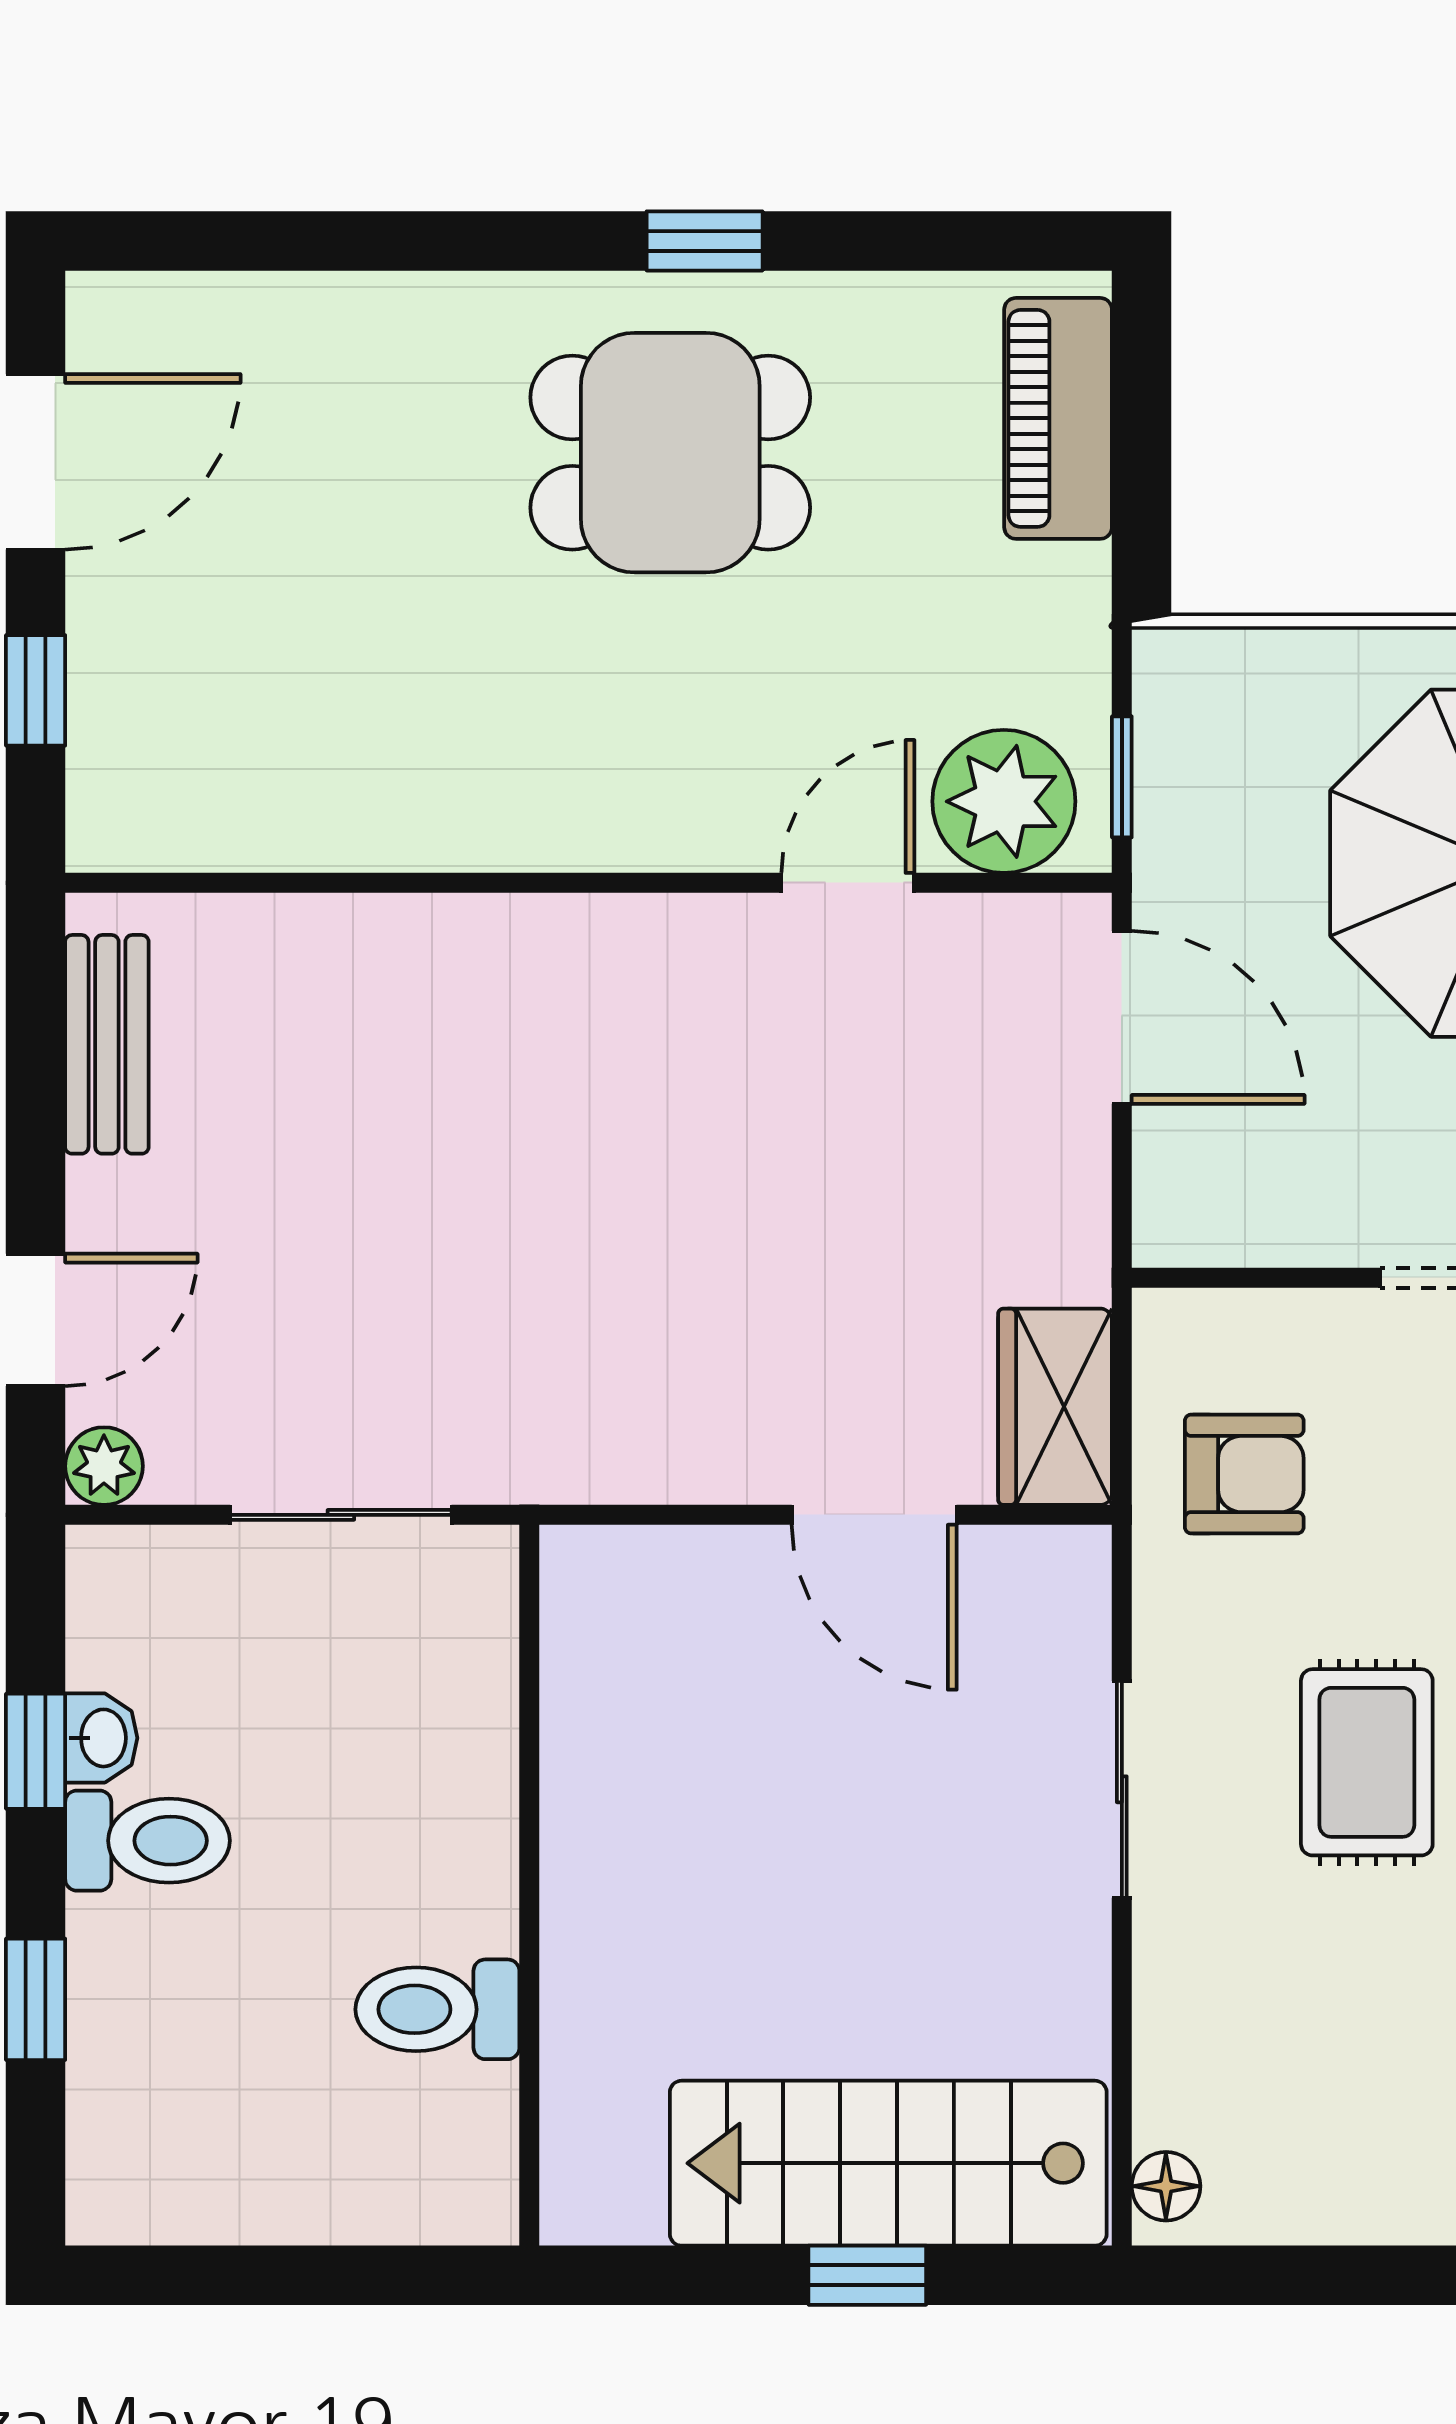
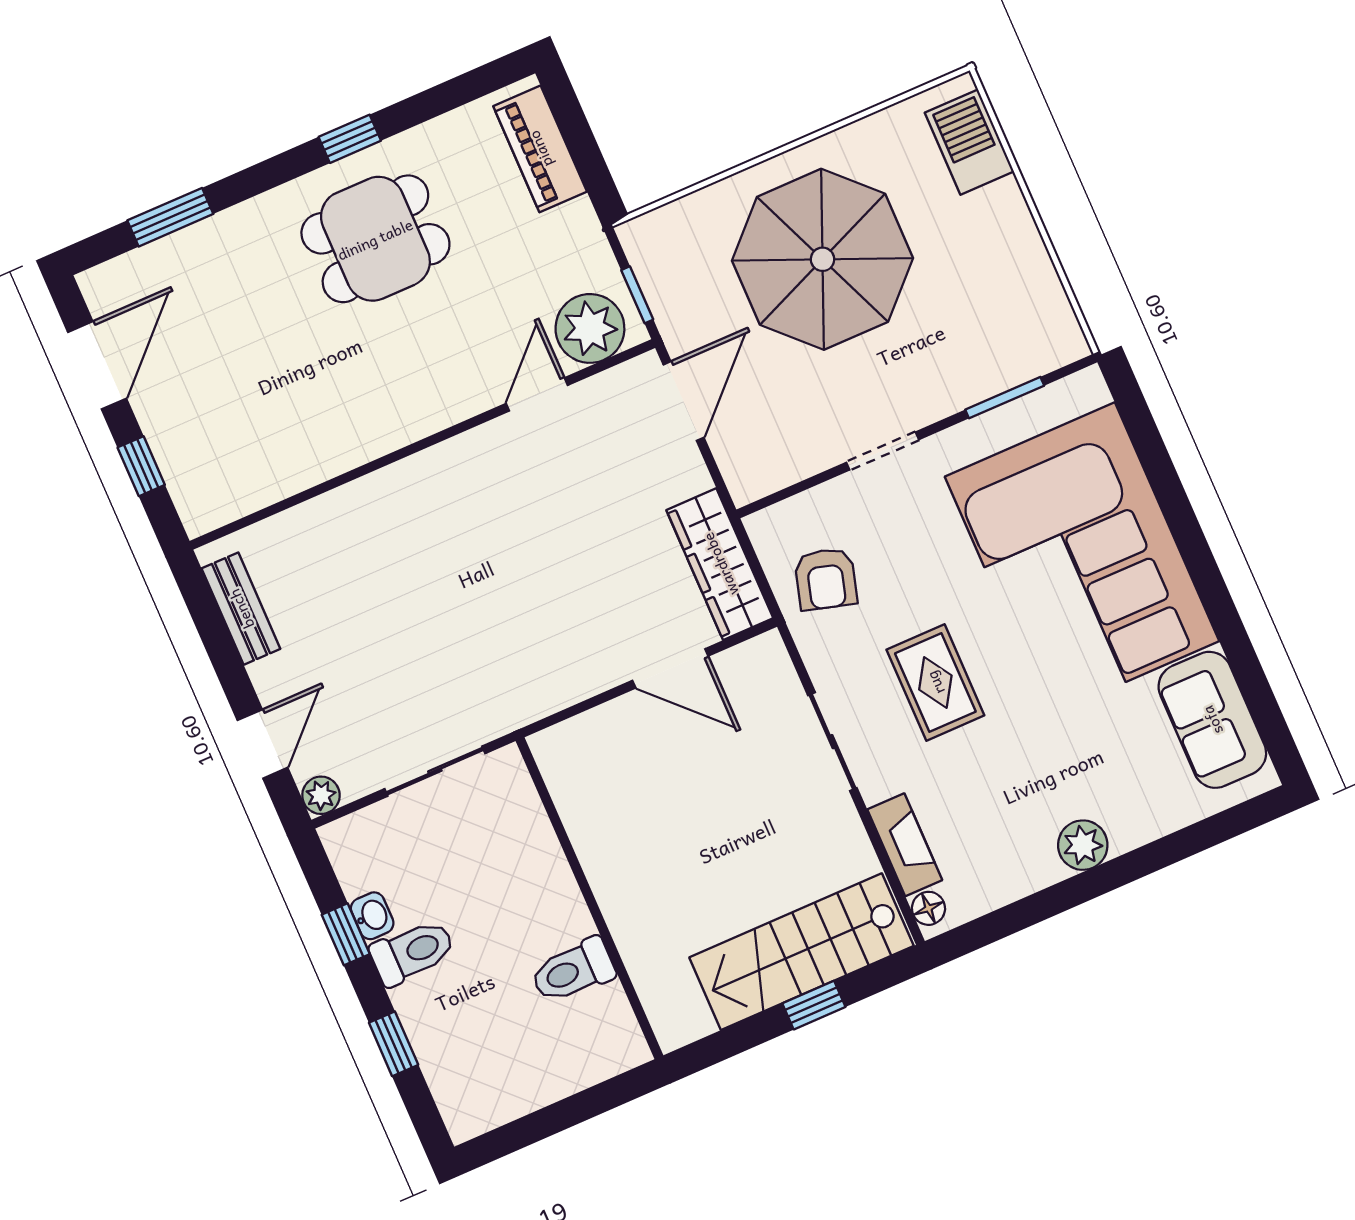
window: (298, 241) -> (170, 217), added
door: (1122, 1017) -> (684, 401), hinge flipped
wardrobe: (1055, 1407) -> (720, 564), width x1.50
armchair: (1244, 1474) -> (826, 579), turned 106
fireplace: (1174, 2046) -> (905, 845), added

